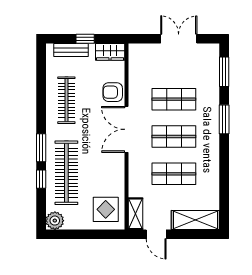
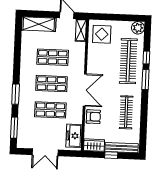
bench: (71, 50) -> (122, 148), width x1.36
freezer: (139, 64) -> (74, 136), added

